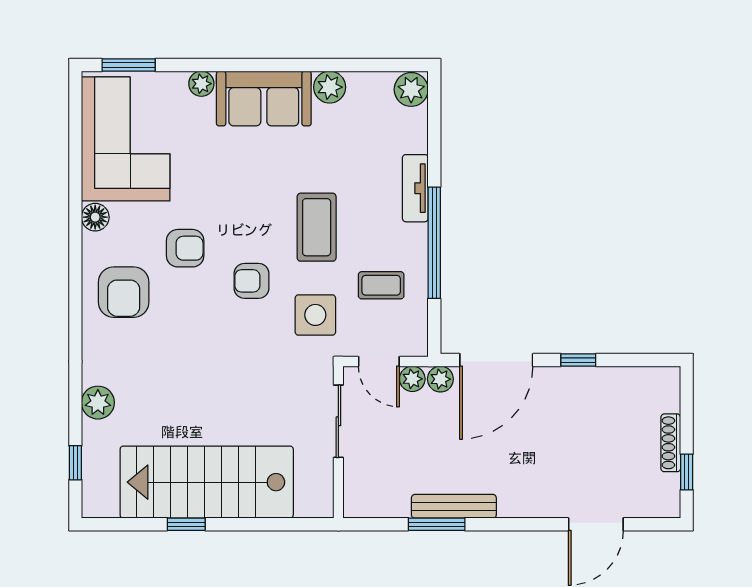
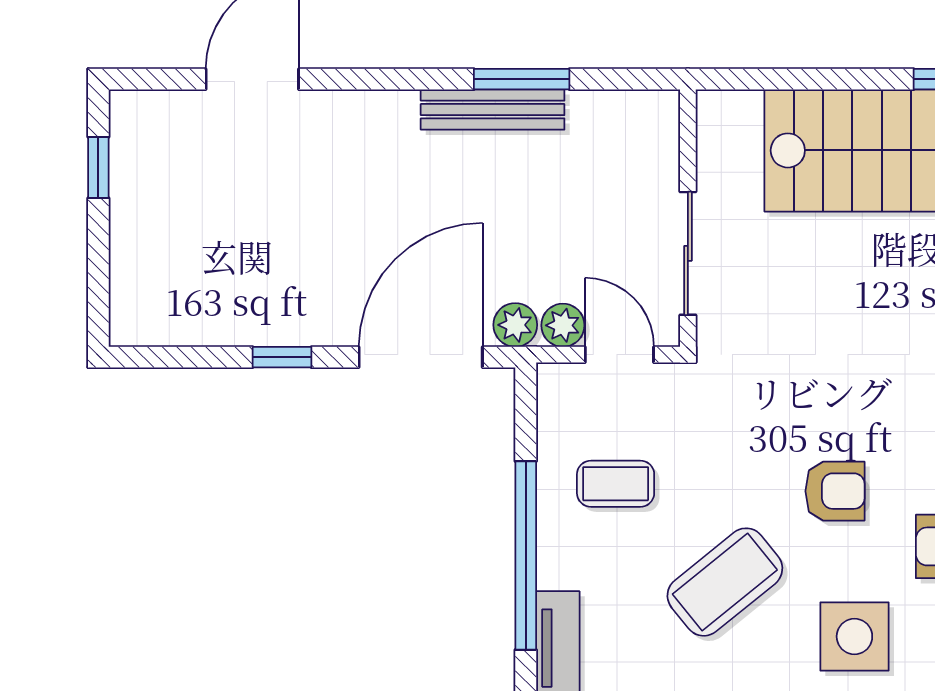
coffee table: (317, 227) -> (725, 582), turned 51
side table: (315, 315) -> (854, 636), moved
shoe rack: (671, 443) -> (125, 217), removed

